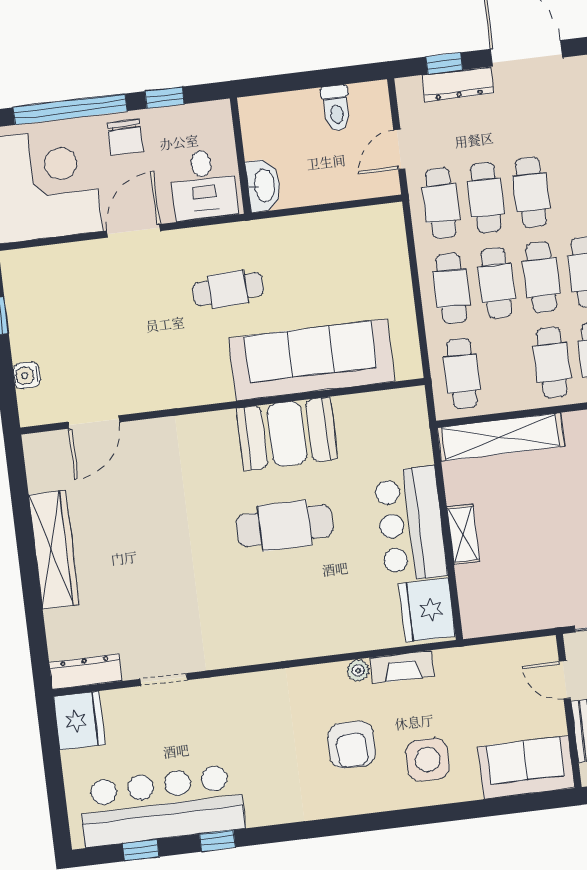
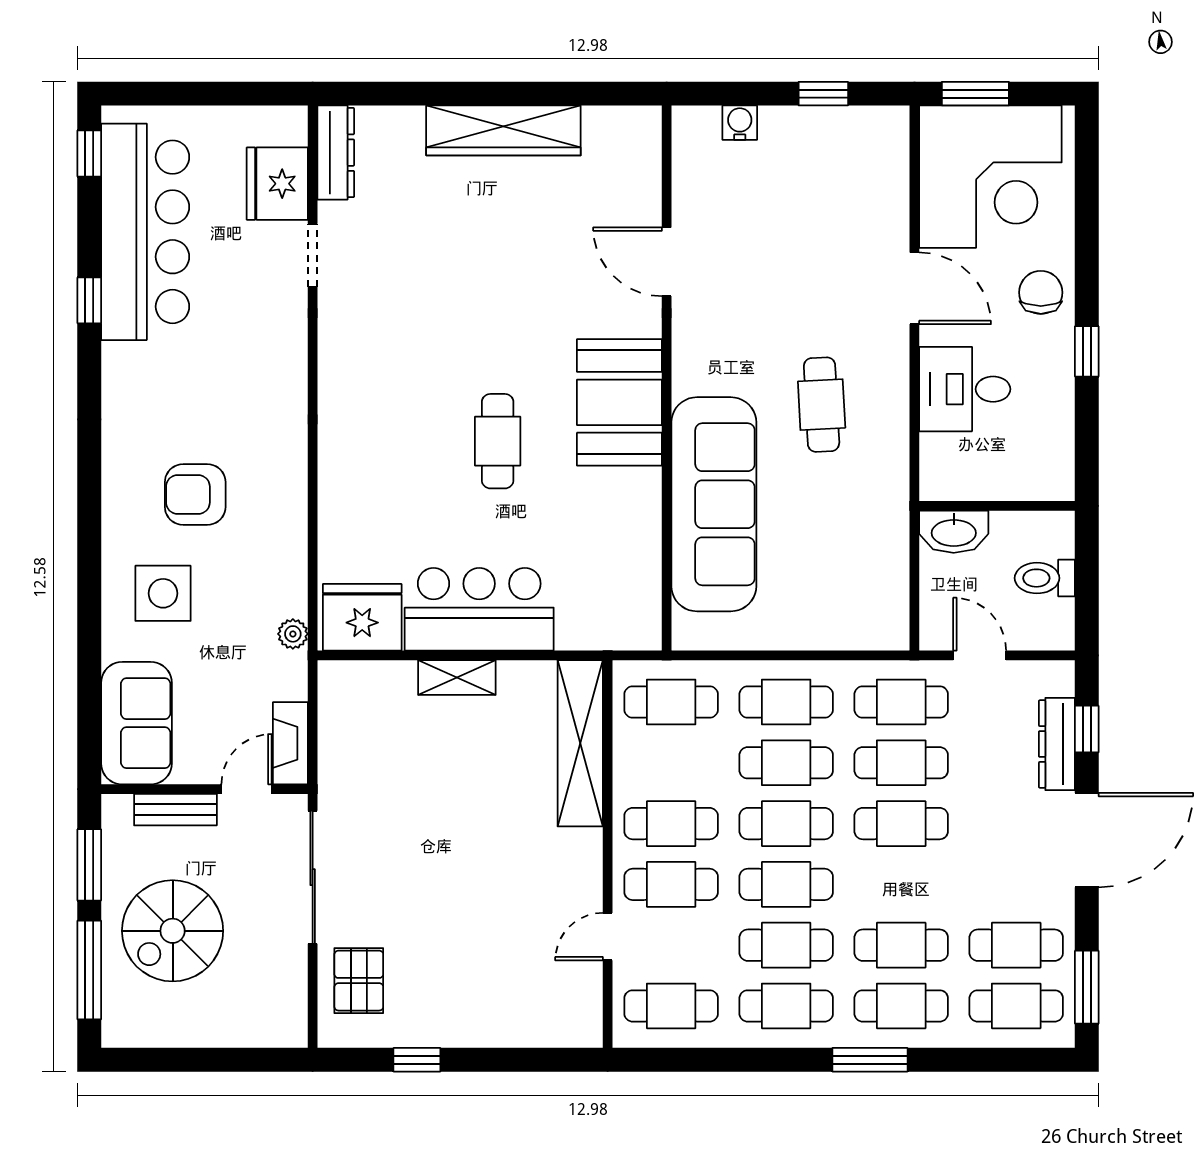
window: (70, 109) -> (1087, 224), removed
chair: (125, 137) -> (1041, 292), turned 90
wall: (240, 156) -> (997, 506), moved
washbasin: (263, 185) -> (954, 532), moved
door: (94, 422) -> (667, 262), moved
booth: (287, 434) -> (619, 402), moved
cafe table: (285, 526) -> (498, 441), width x0.73, depth x0.74
fireplace: (402, 667) -> (290, 743), moved
plant: (358, 670) -> (293, 634), moved
fridge: (79, 721) -> (277, 184), moved, turned 90
window: (141, 850) -> (89, 153), moved

